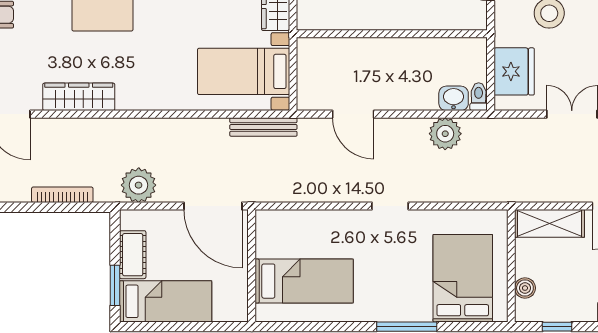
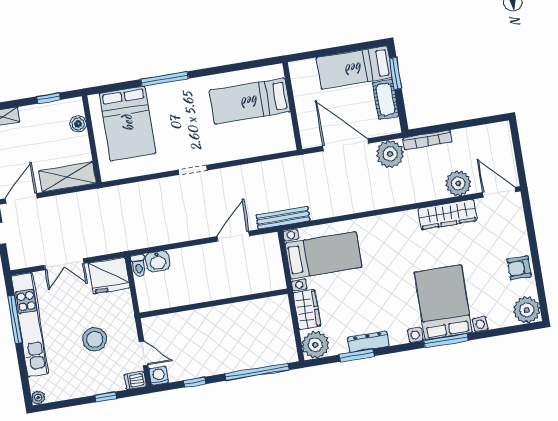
fridge: (514, 71) -> (109, 275), moved, turned -90
door: (353, 114) -> (233, 236), hinge flipped
bench: (263, 127) -> (283, 218), moved
plant: (445, 134) -> (458, 183), moved
bookcase: (62, 195) -> (427, 140), moved
door: (213, 206) -> (345, 145), moved

